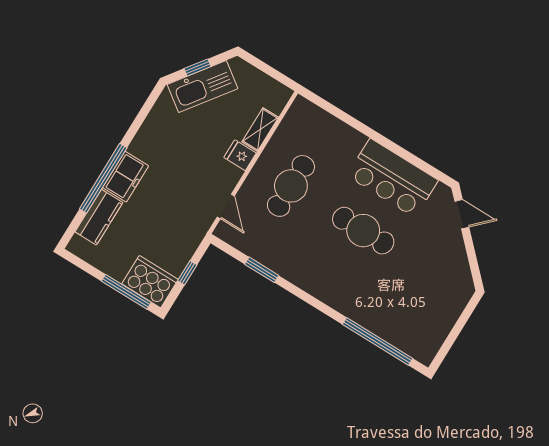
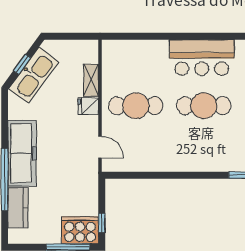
freezer: (126, 177) -> (22, 153), width x1.91, depth x1.26
cafe table: (291, 186) -> (136, 106), turned 90
window: (262, 270) -> (151, 175), removed
window: (187, 273) -> (102, 223), moved

